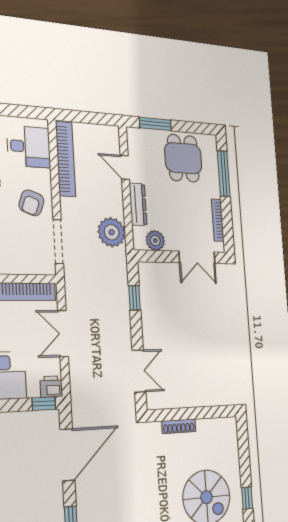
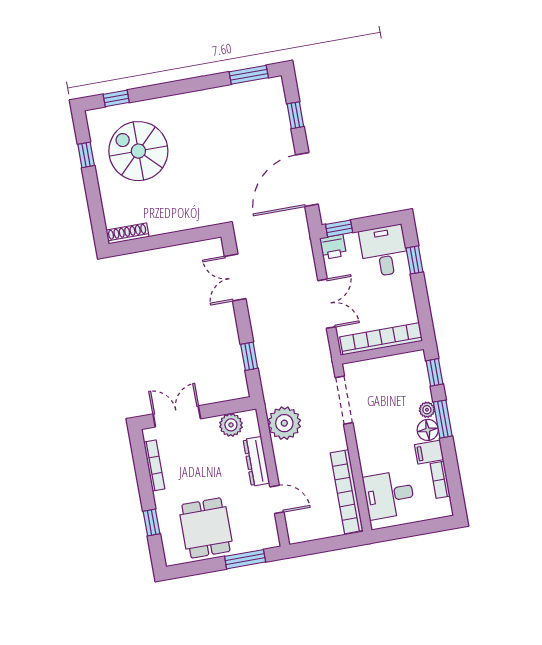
window: (224, 174) -> (152, 523), width x0.46
armchair: (31, 203) -> (378, 435), removed
shoe rack: (179, 426) -> (127, 233), moved

